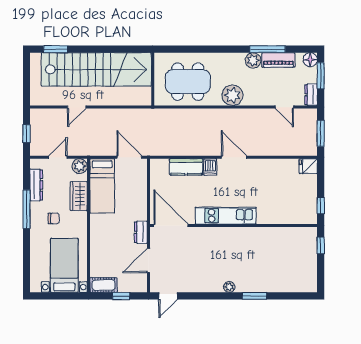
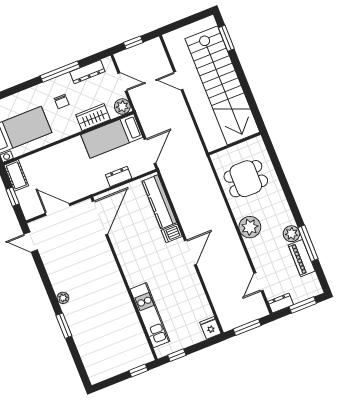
floor lamp: (310, 60) -> (314, 289), removed
dining table: (188, 82) -> (246, 179), width x0.73
kitchen counter: (186, 167) -> (159, 202), width x1.50
kitchen unit: (226, 216) -> (150, 315), moved
dresser: (141, 232) -> (119, 177), moved

